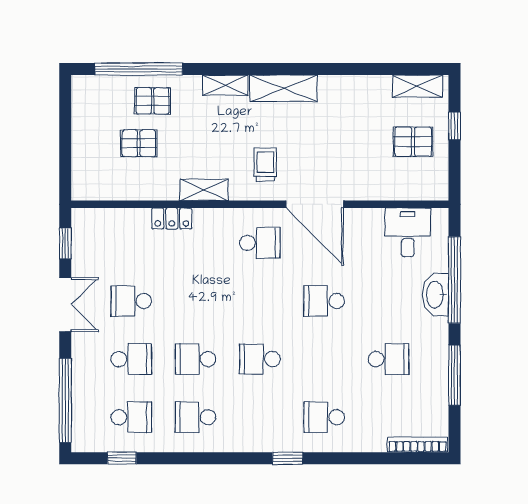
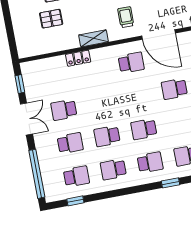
school desk: (260, 417) -> (150, 162), added

